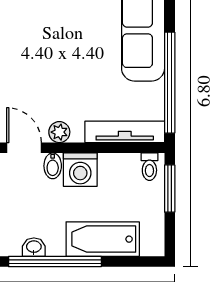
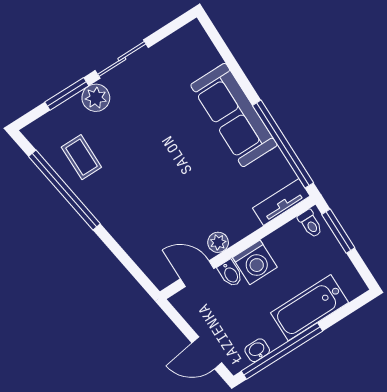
tv unit: (125, 132) -> (281, 202), width x0.71

